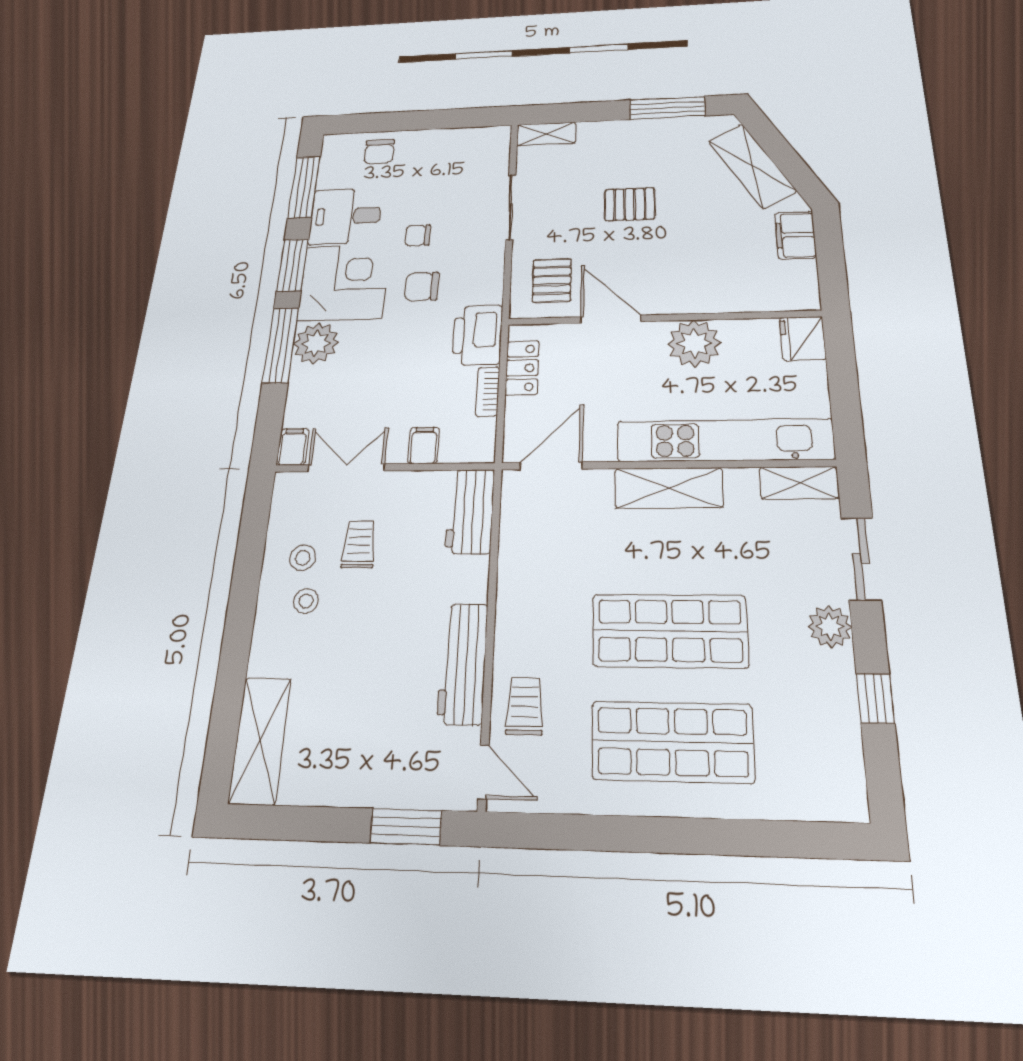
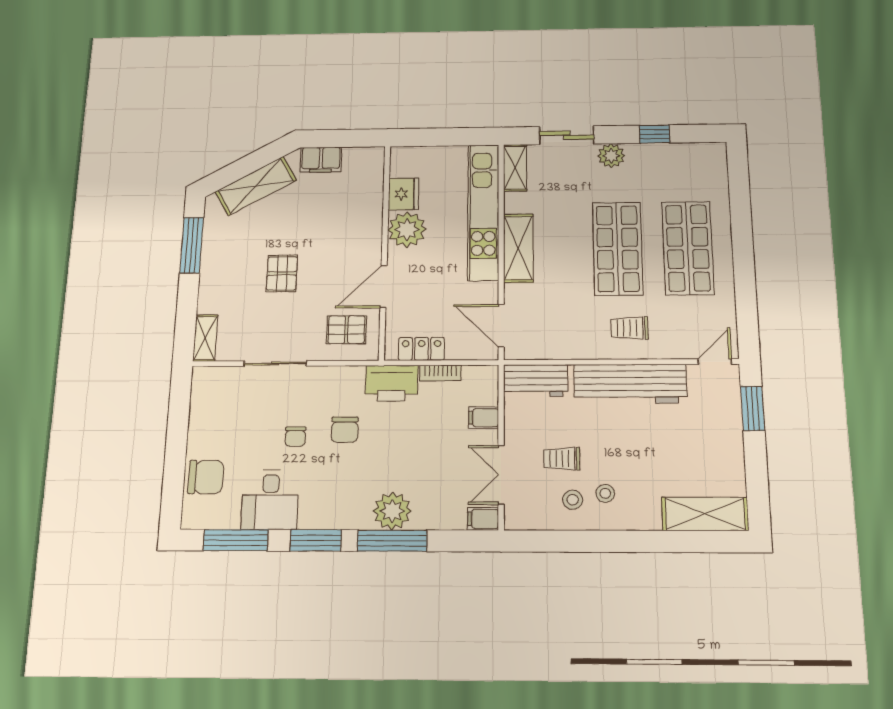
chair: (379, 152) -> (206, 477), width x1.37, depth x1.37
corner desk: (344, 282) -> (336, 494), removed
fridge: (803, 339) -> (404, 194), moved, turned -90
workbench: (463, 663) -> (630, 384), width x1.36, depth x1.32
trolley: (525, 706) -> (629, 328), moved

